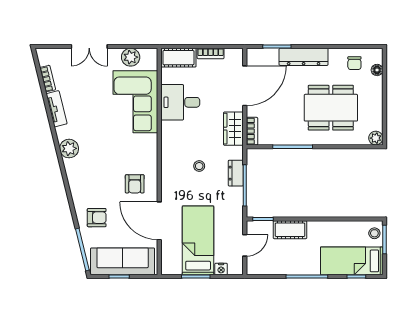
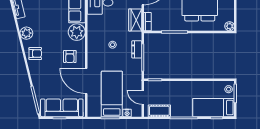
plant: (145, 147) -> (77, 32), added
armchair: (97, 218) -> (35, 54), moved
cot: (290, 230) -> (159, 111), moved
door: (245, 245) -> (143, 97), swing flipped

